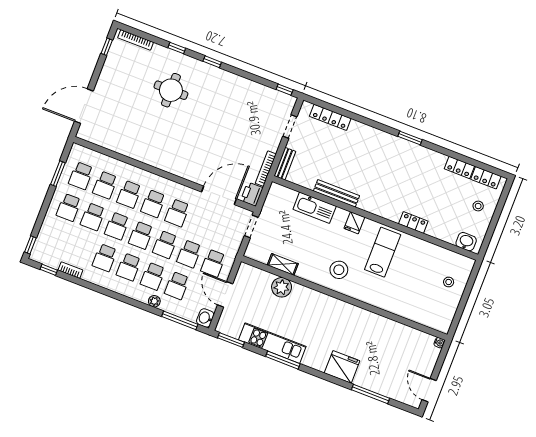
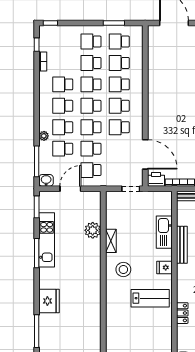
shelving: (283, 264) -> (111, 241), moved

